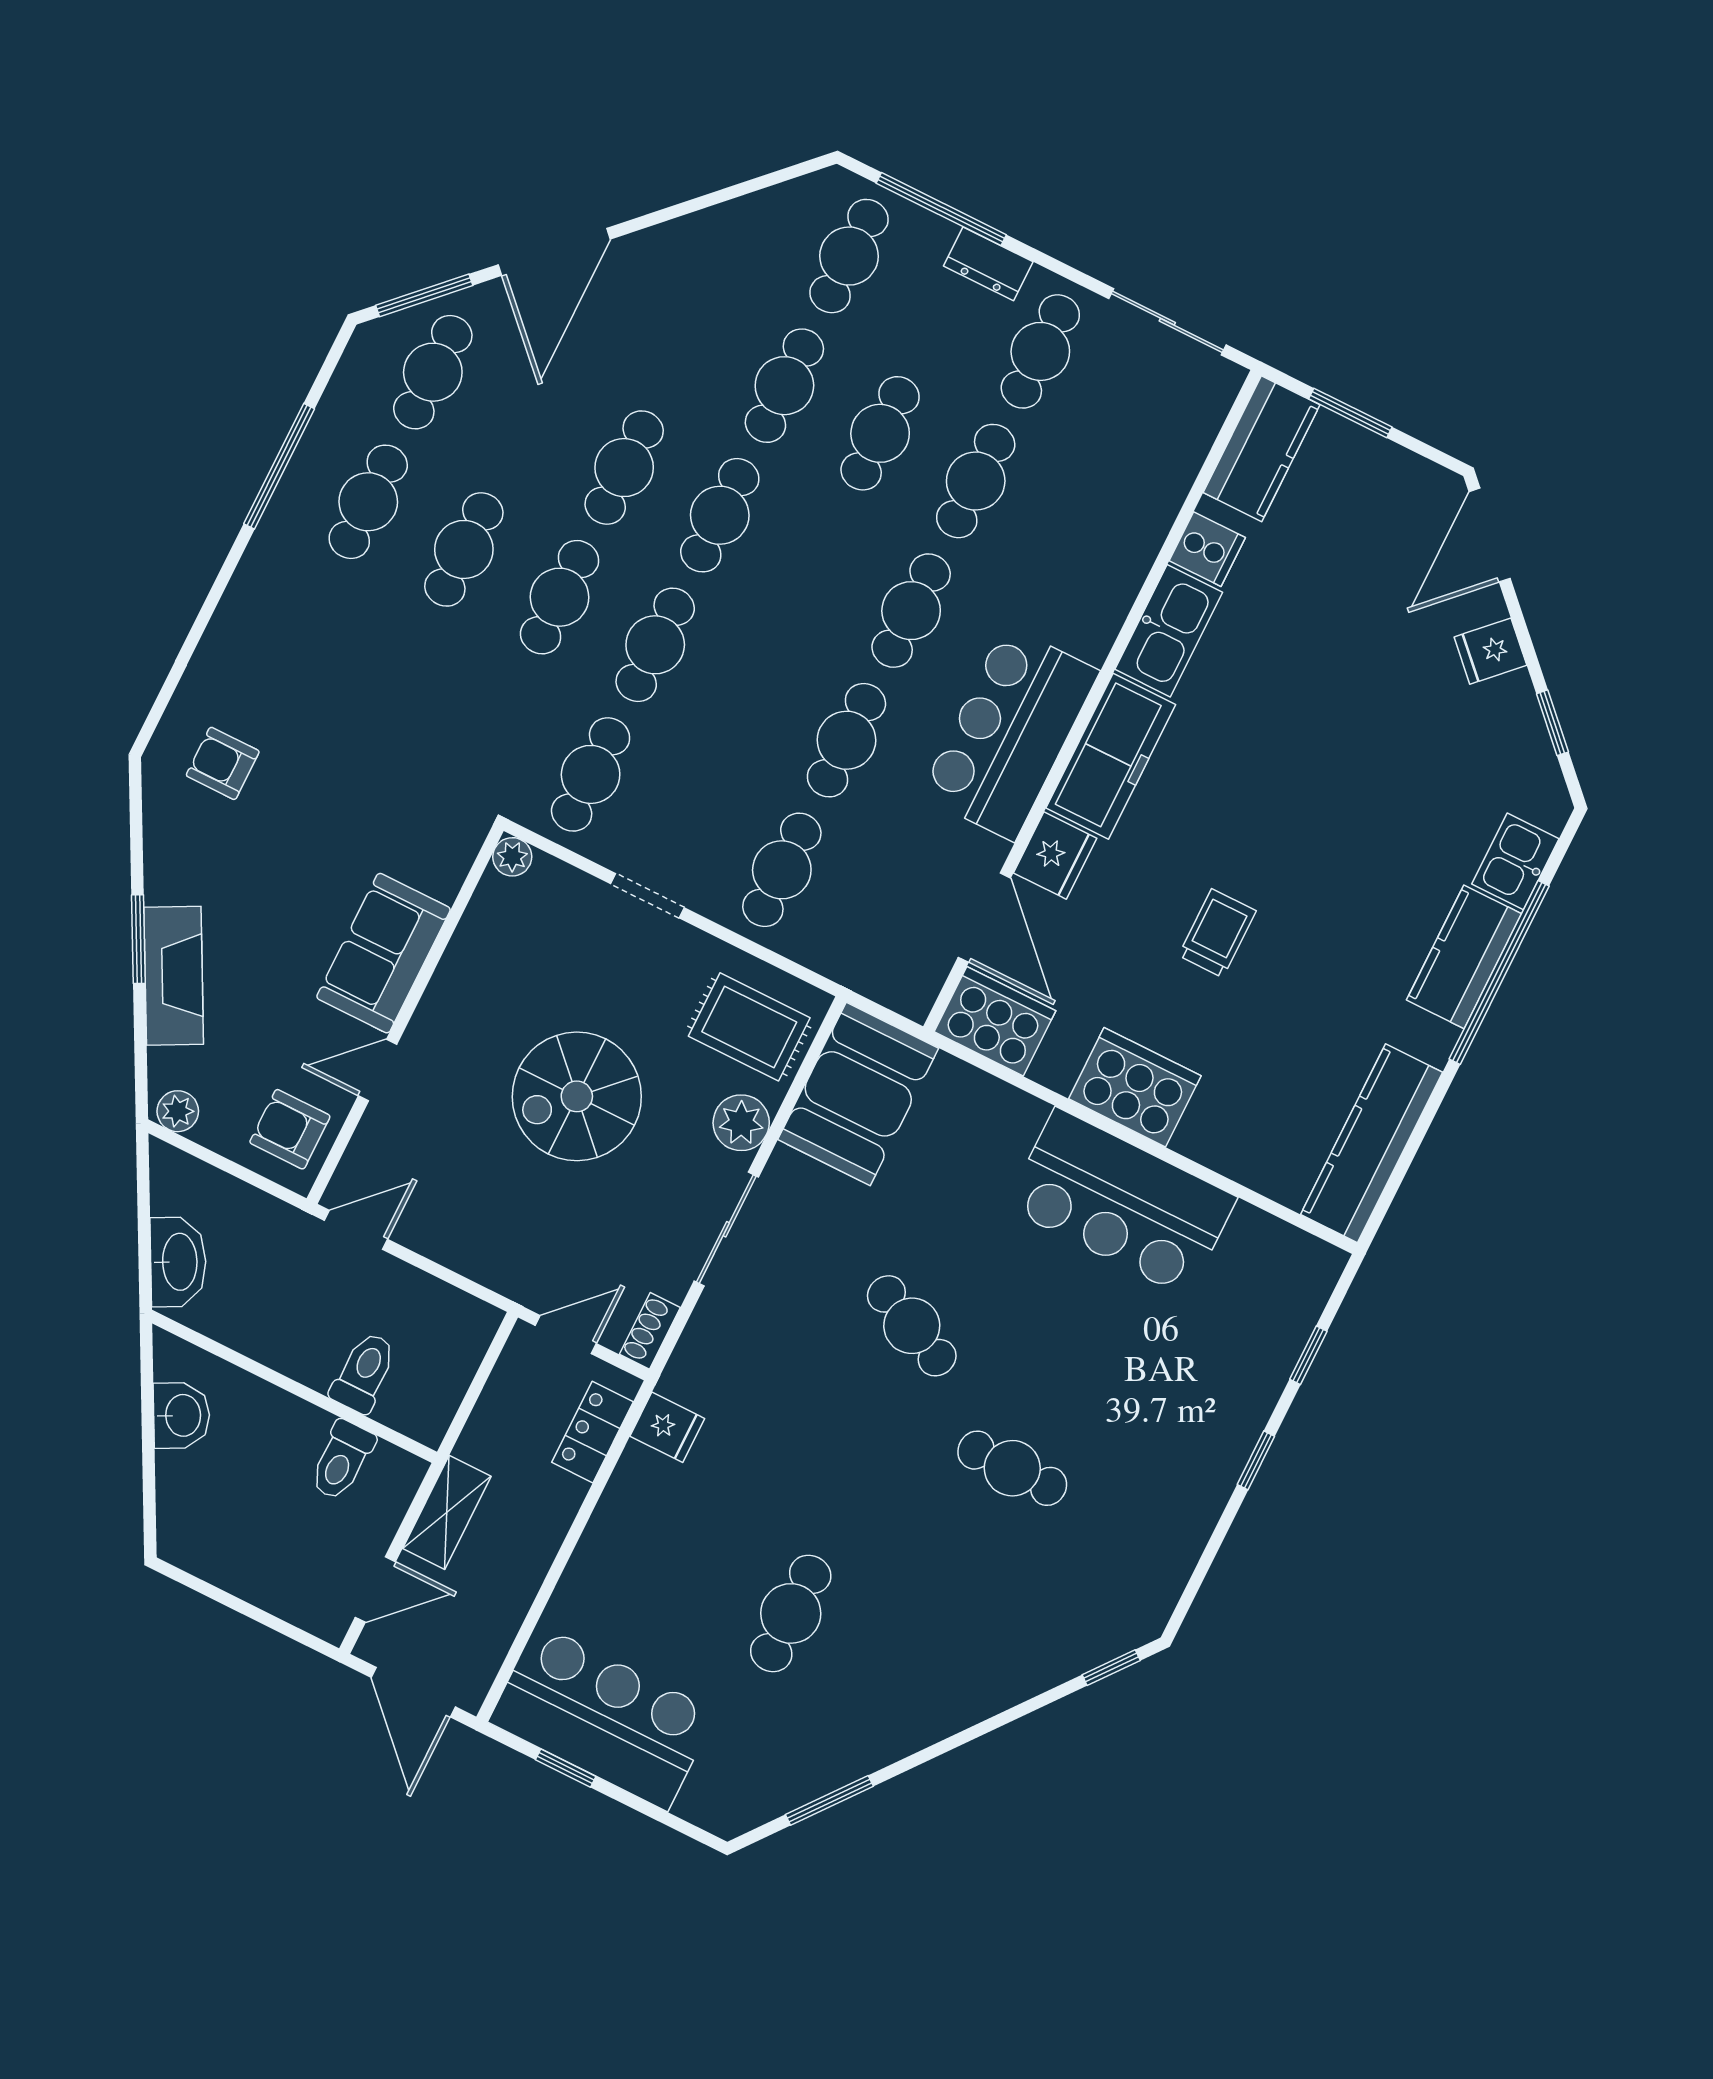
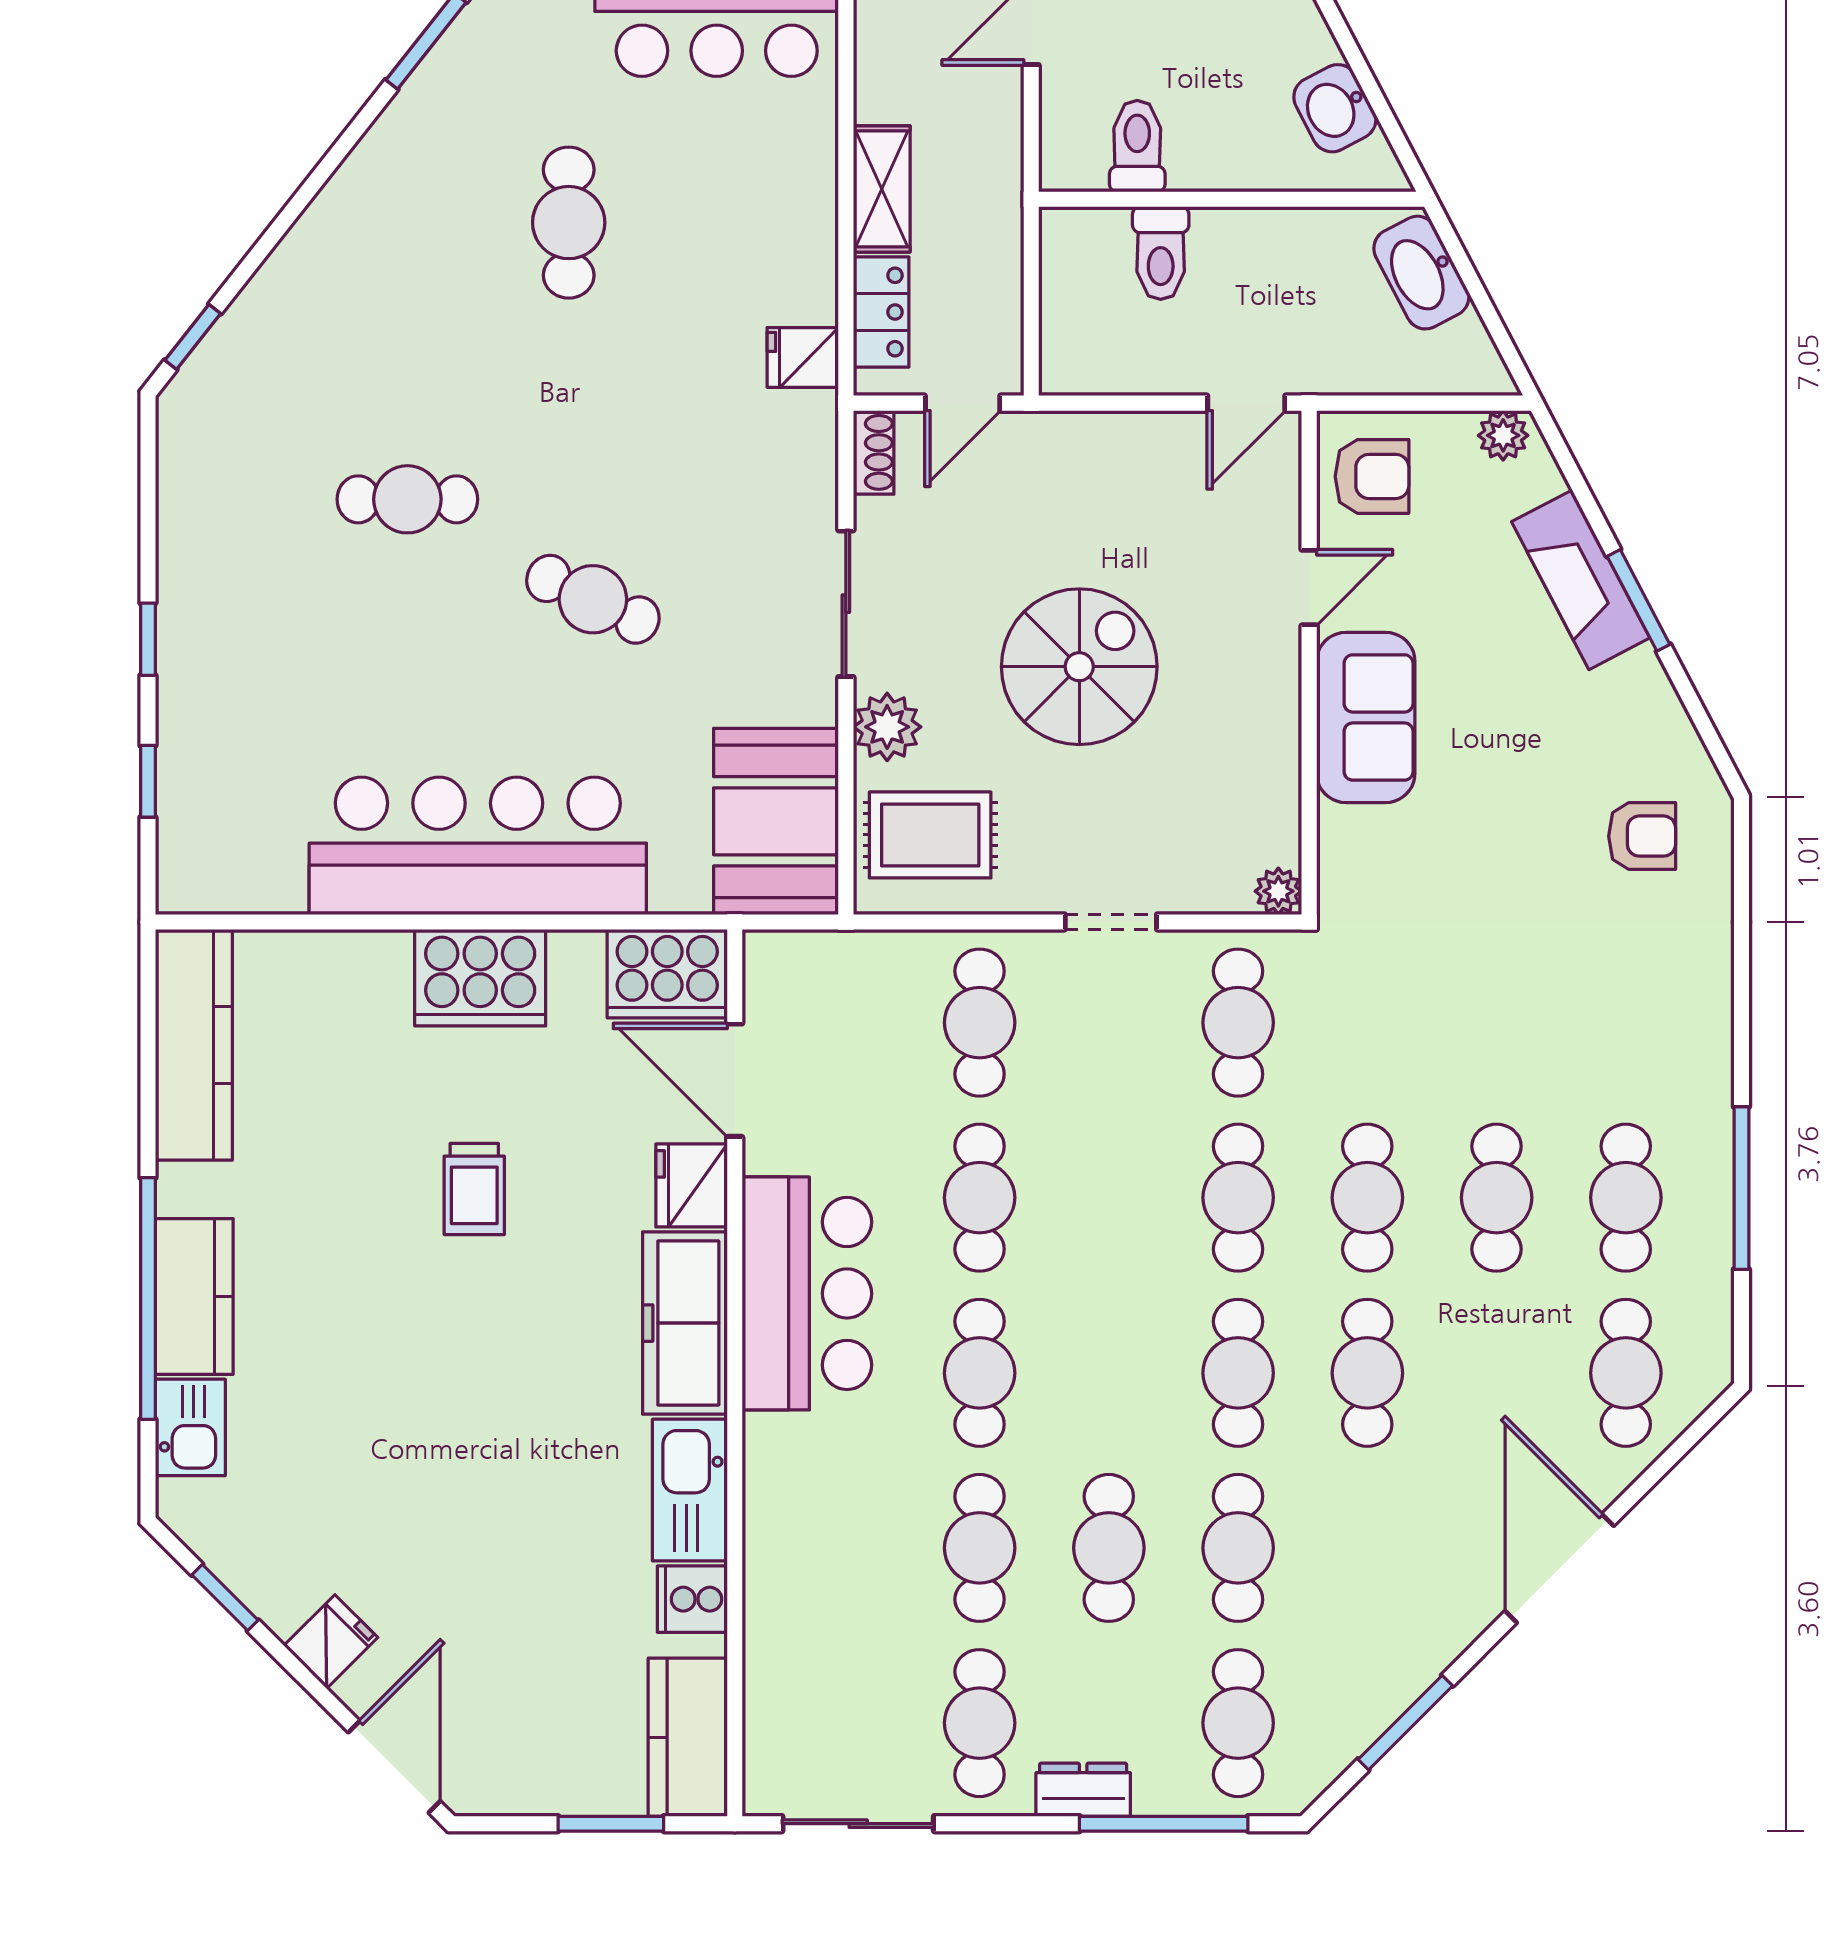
window: (424, 295) -> (1405, 1723), moved
bar counter: (1121, 1202) -> (478, 846), width x1.36
shelving: (447, 1512) -> (882, 189), moved

